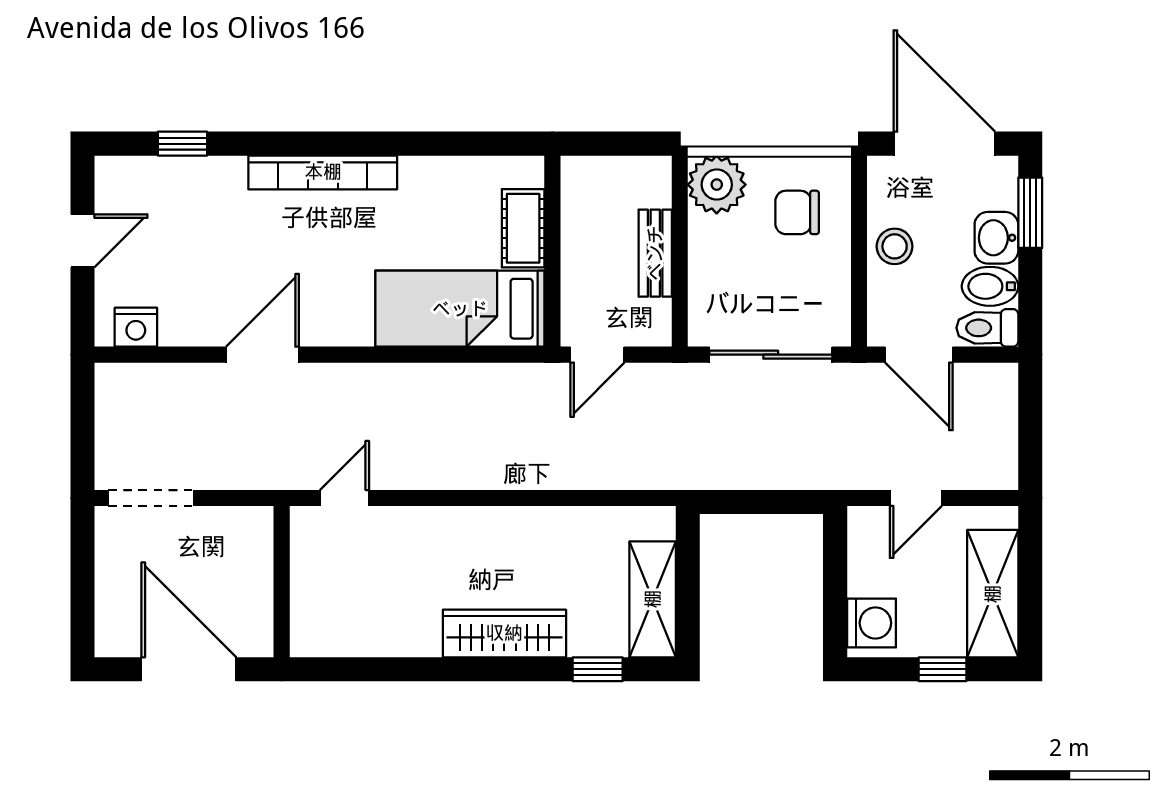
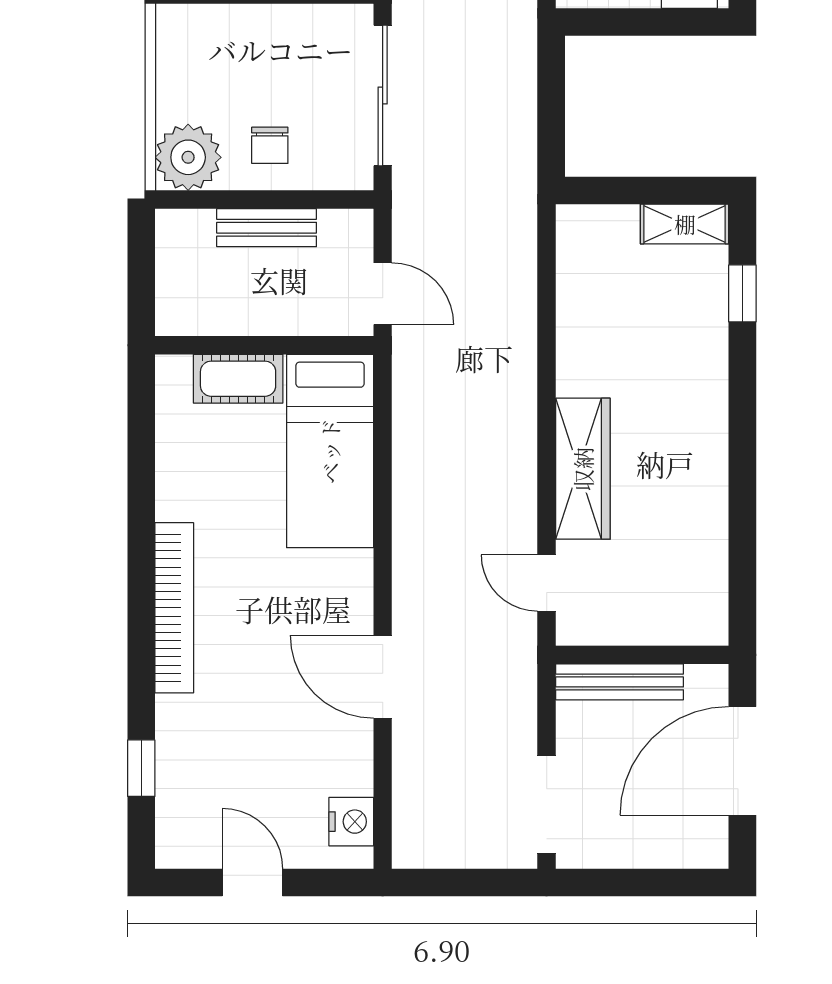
chair: (797, 212) -> (270, 145), moved, width x0.73, depth x0.73
bench: (258, 562) -> (620, 682), added
shelving: (653, 599) -> (685, 224), width x0.67, depth x0.75
wardrobe: (504, 633) -> (583, 469), moved, turned 180

